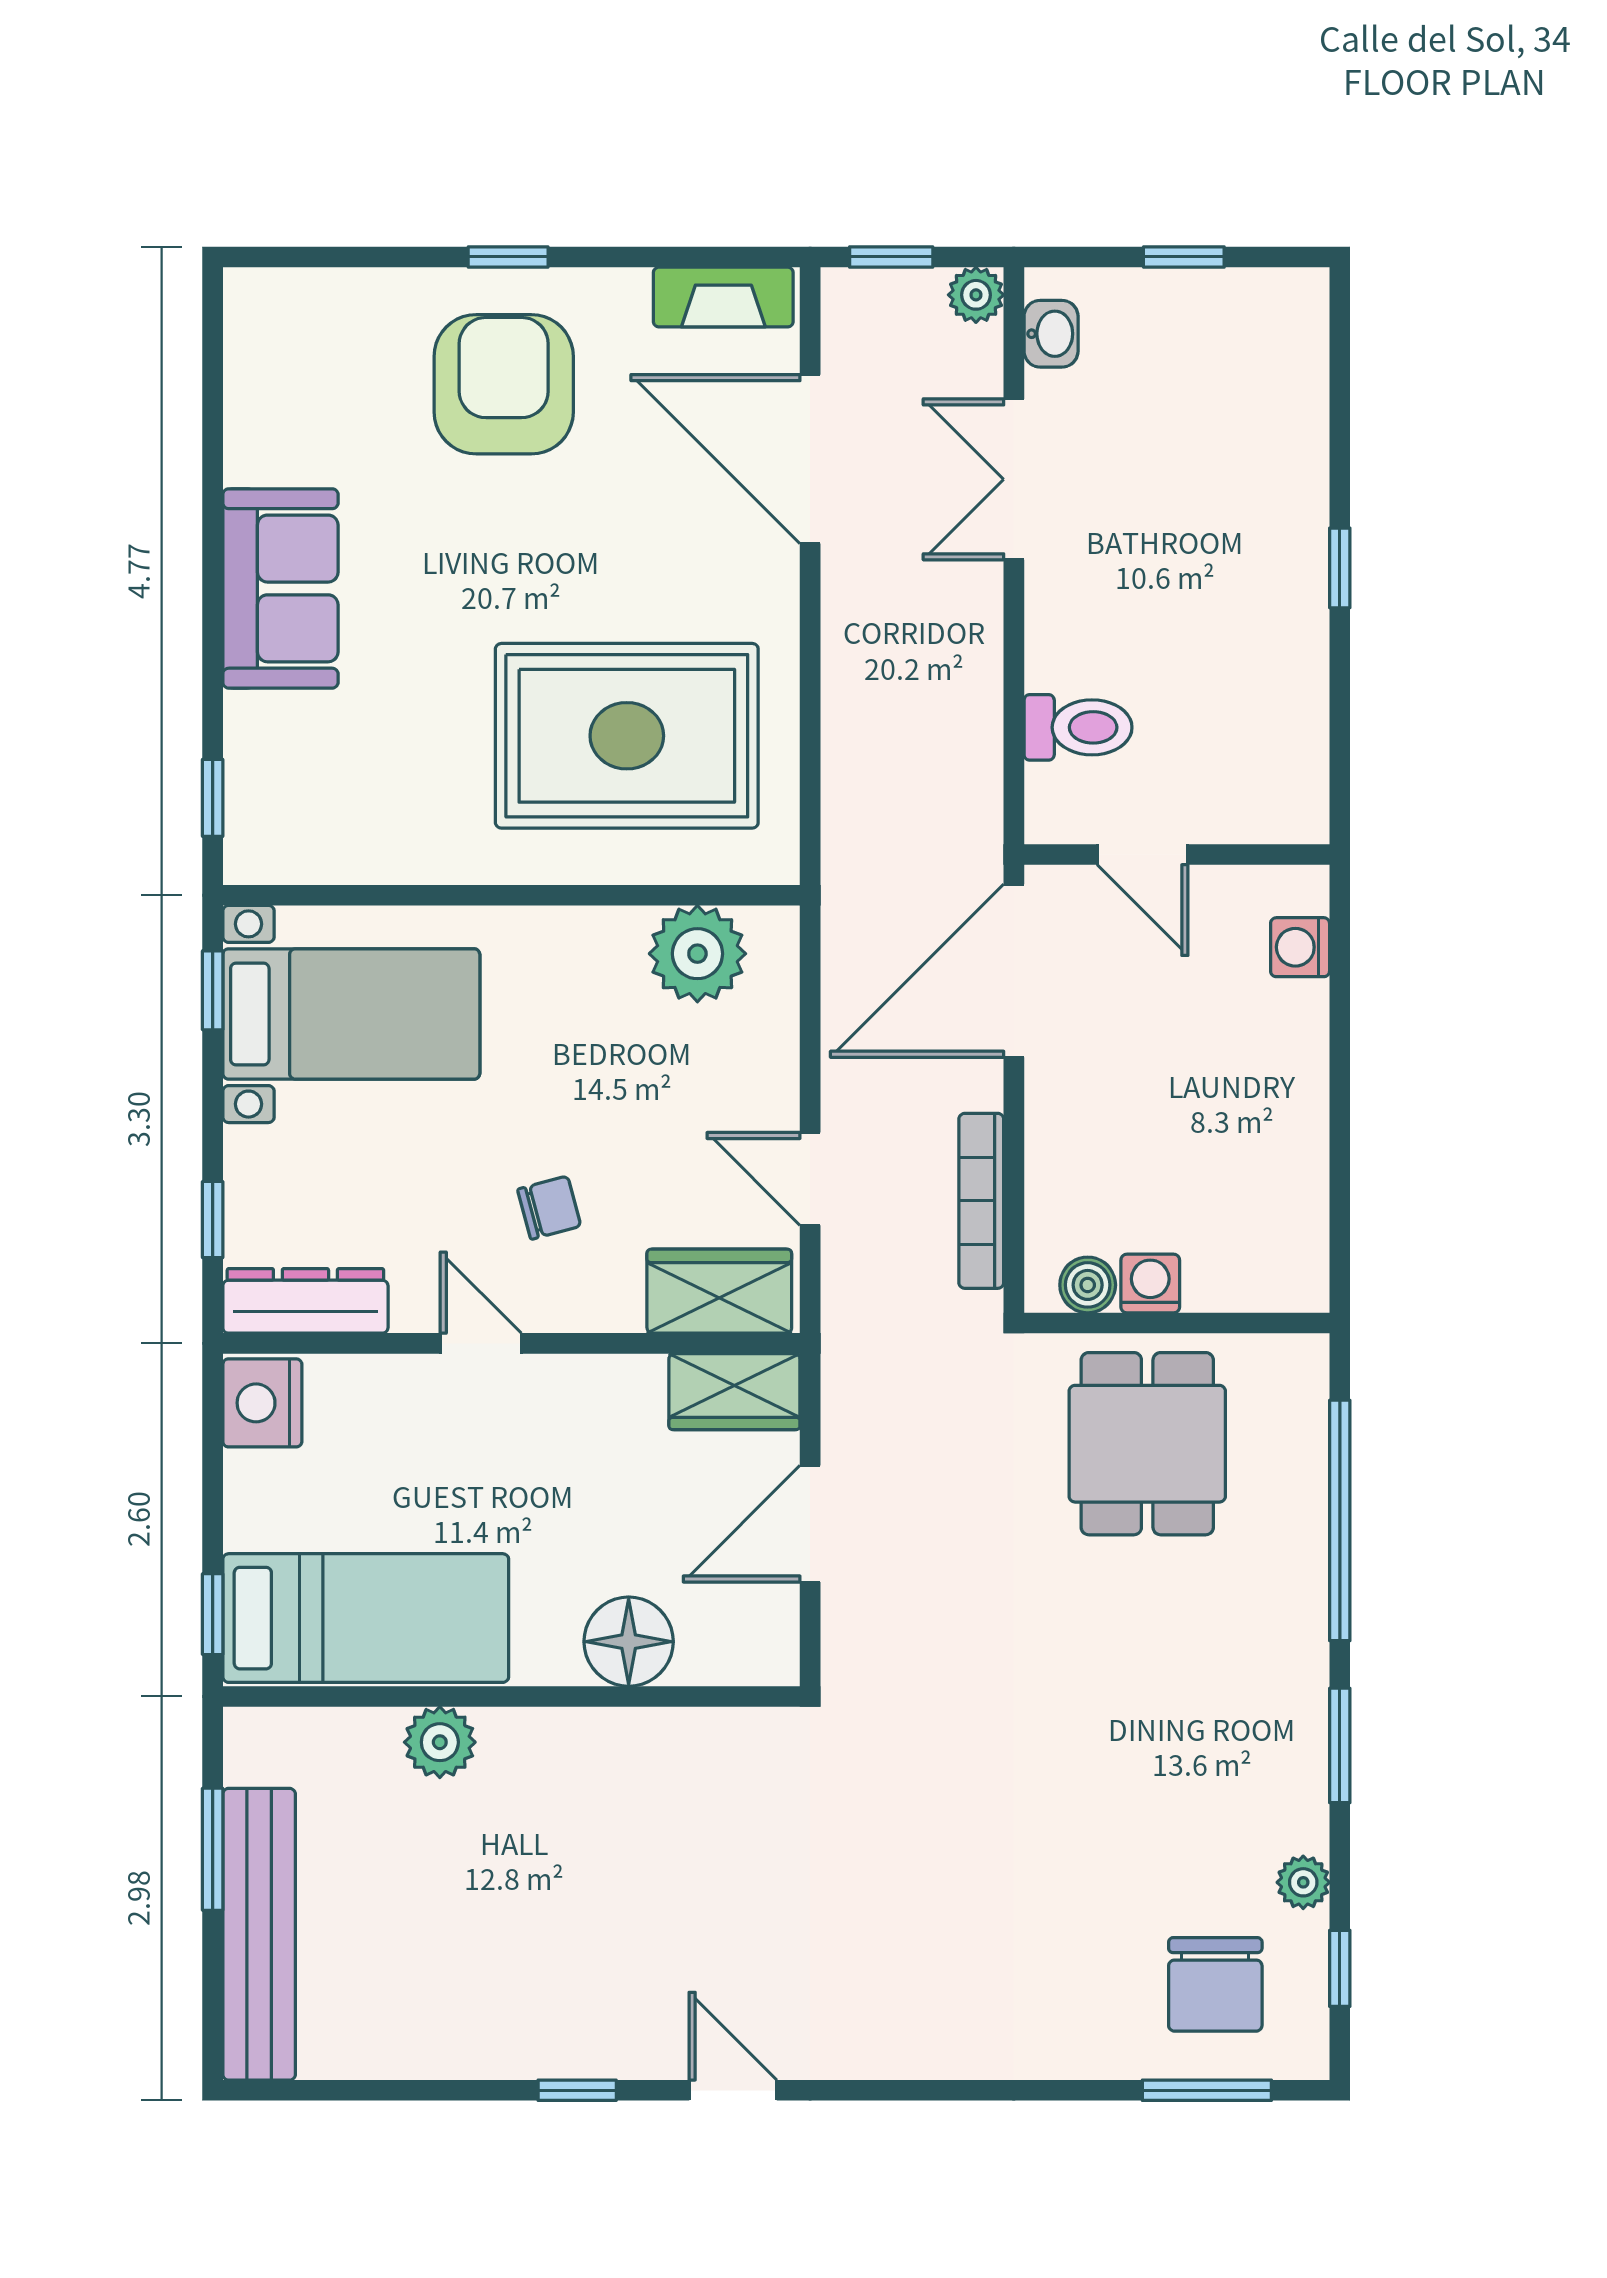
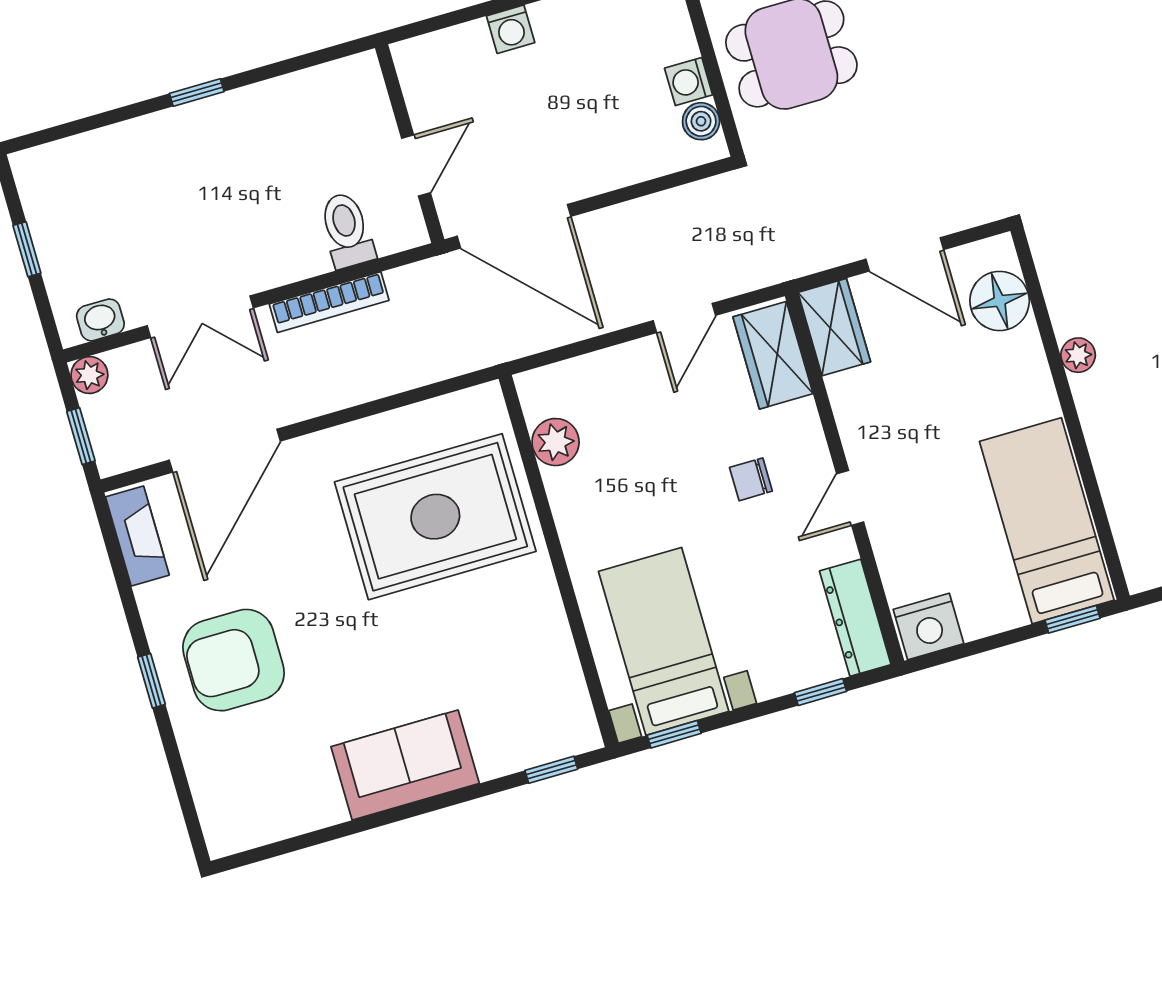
rug: (627, 736) -> (435, 517), turned 90
washing machine: (1300, 947) -> (511, 29), moved
plant: (697, 954) -> (556, 442), width x0.73, depth x0.73
bookcase: (981, 1201) -> (329, 302), moved
chair: (549, 1208) -> (751, 479), turned -75
floor lamp: (629, 1642) -> (1000, 301), moved
plant: (440, 1742) -> (1078, 355), moved, width x0.73, depth x0.73

